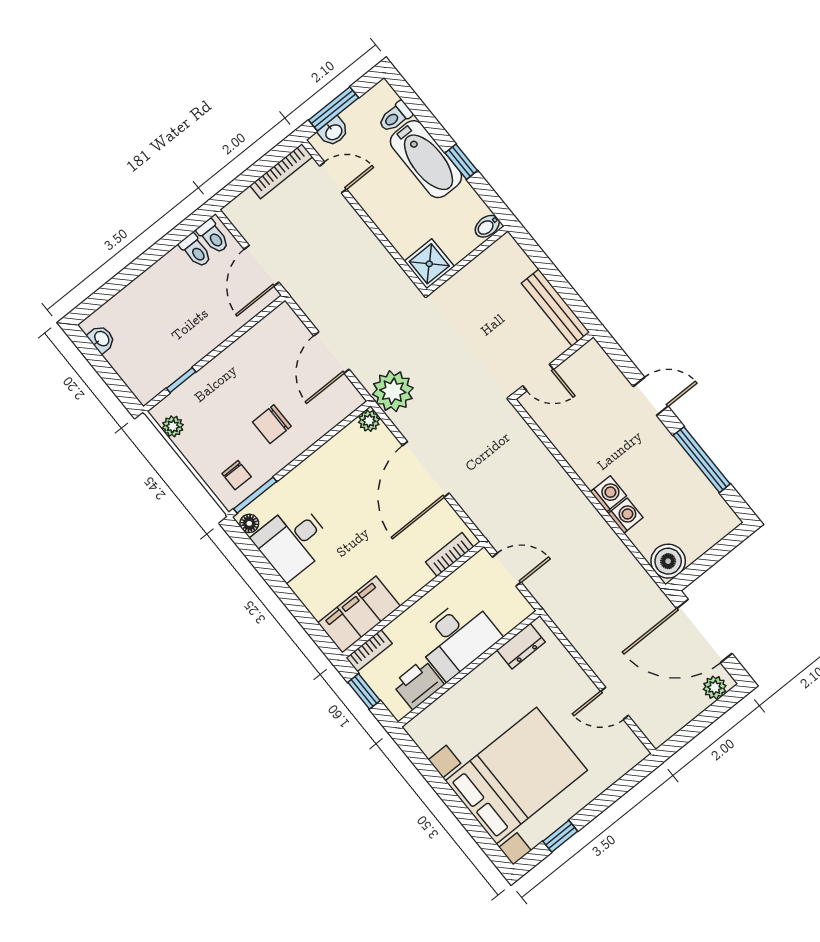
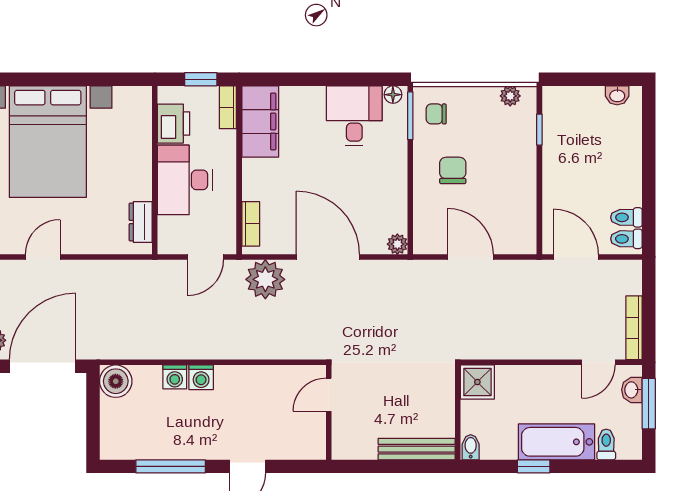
bench: (556, 308) -> (417, 449), moved
plant: (393, 391) -> (265, 279), moved

